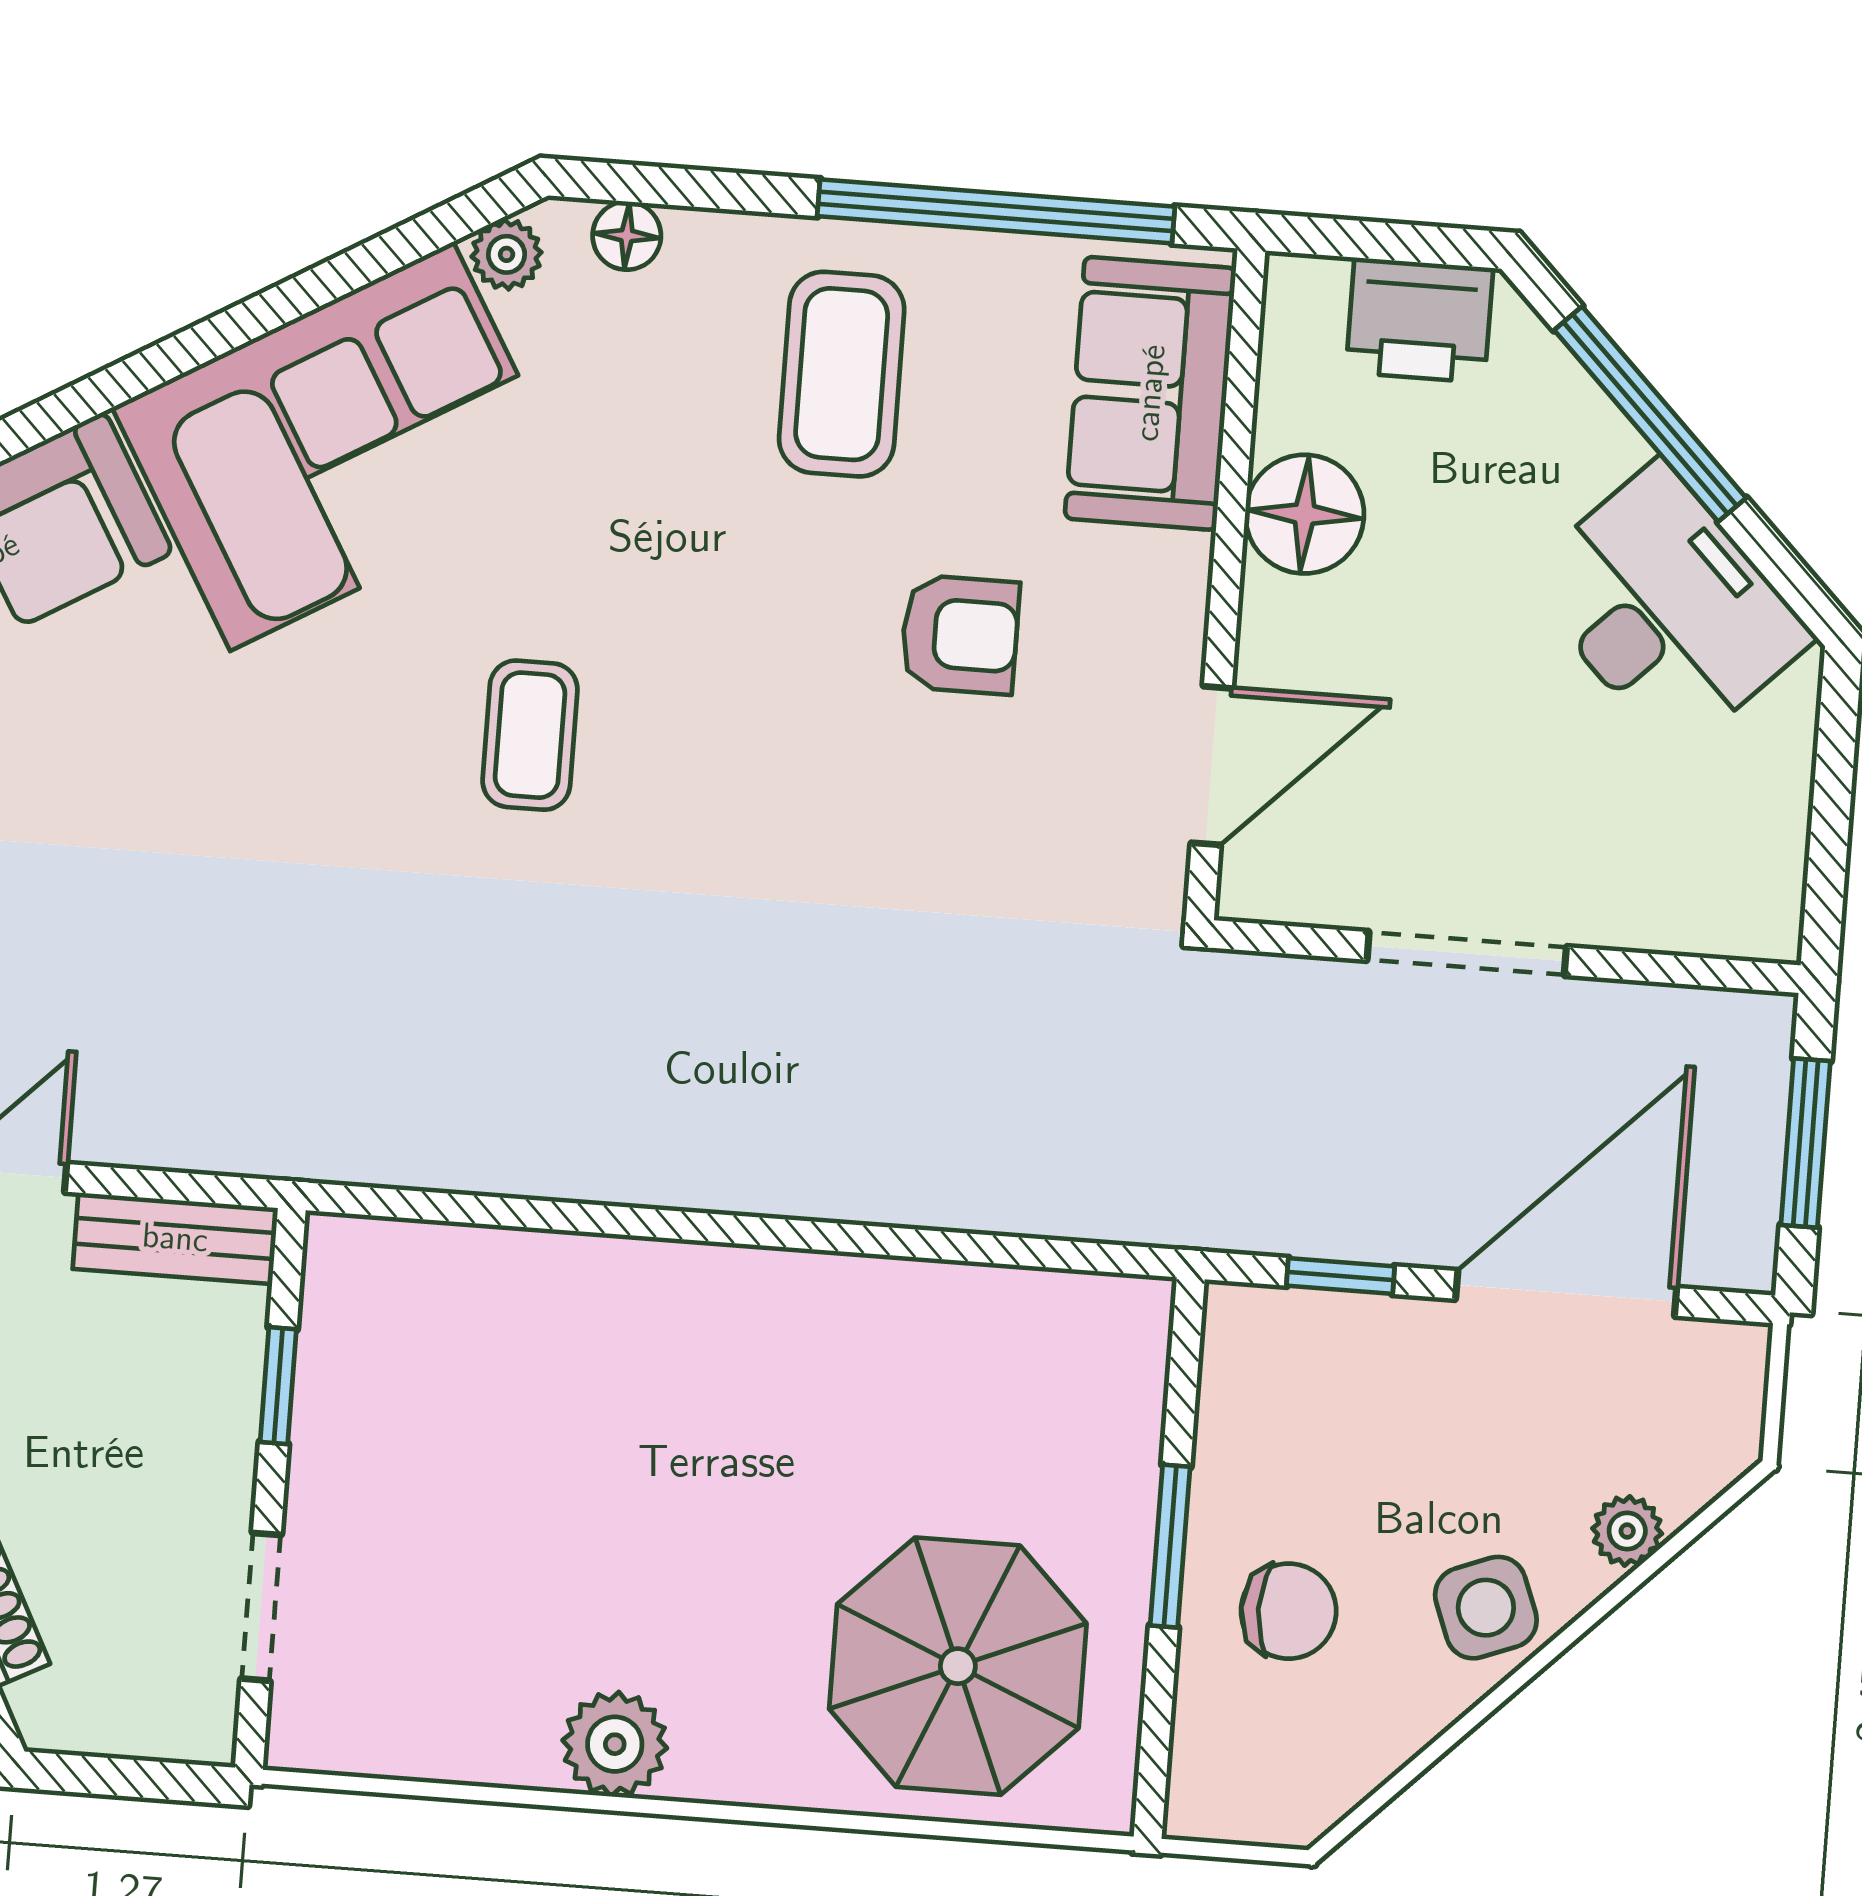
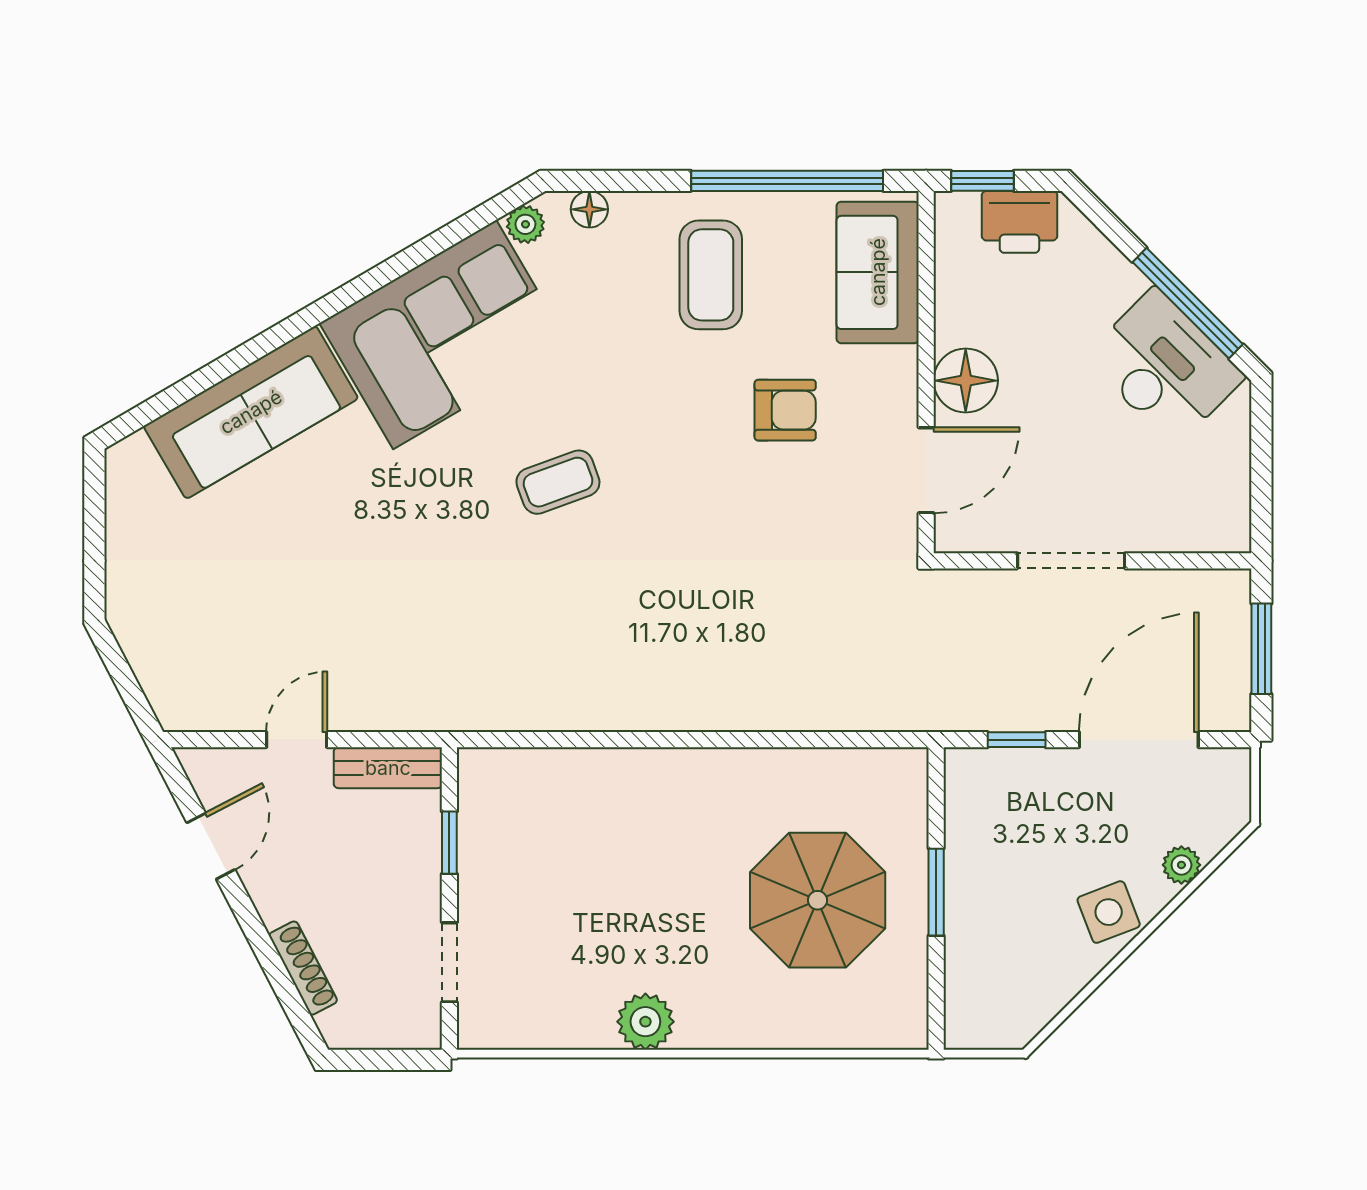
window: (1357, 239) -> (982, 181), added
window: (1650, 414) -> (1188, 303), moved
floor lamp: (1305, 514) -> (966, 381), moved
coffee table: (530, 735) -> (558, 482), turned 70
chair: (1289, 1611) -> (1003, 922), removed
parasol: (958, 1666) -> (818, 900), moved

